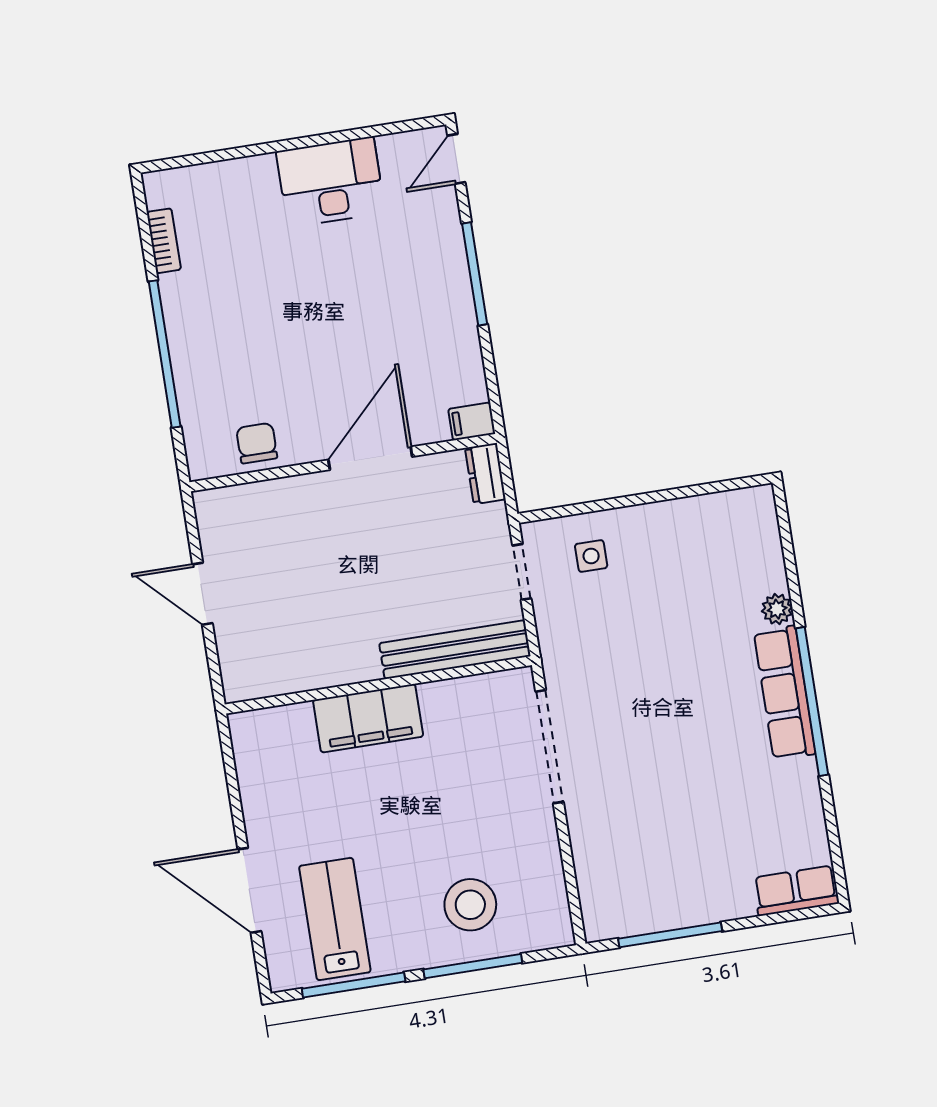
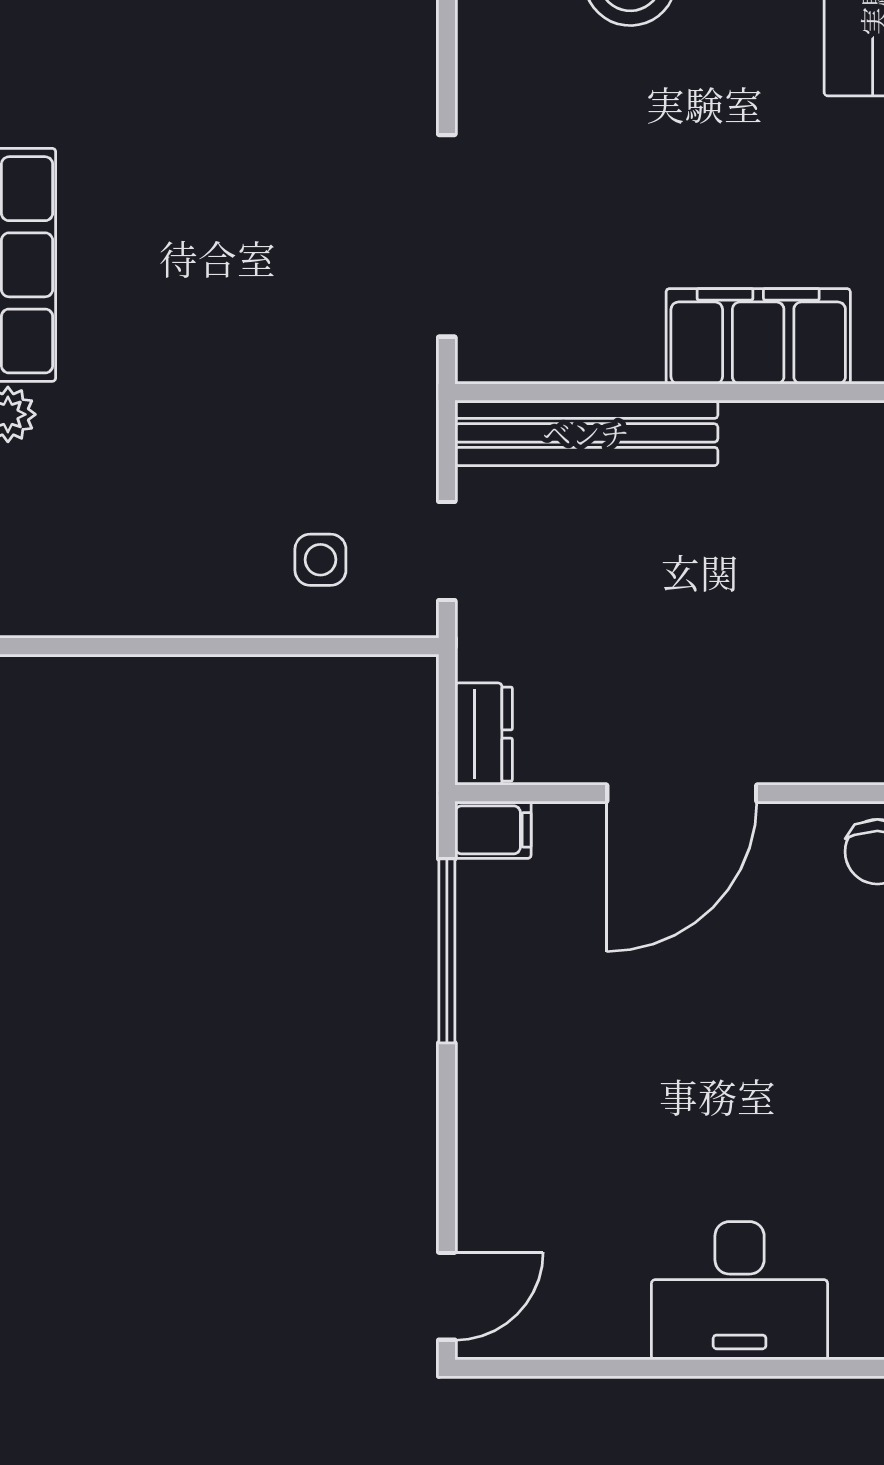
desk: (331, 182) -> (740, 1291), moved
window: (475, 274) -> (447, 951), moved

